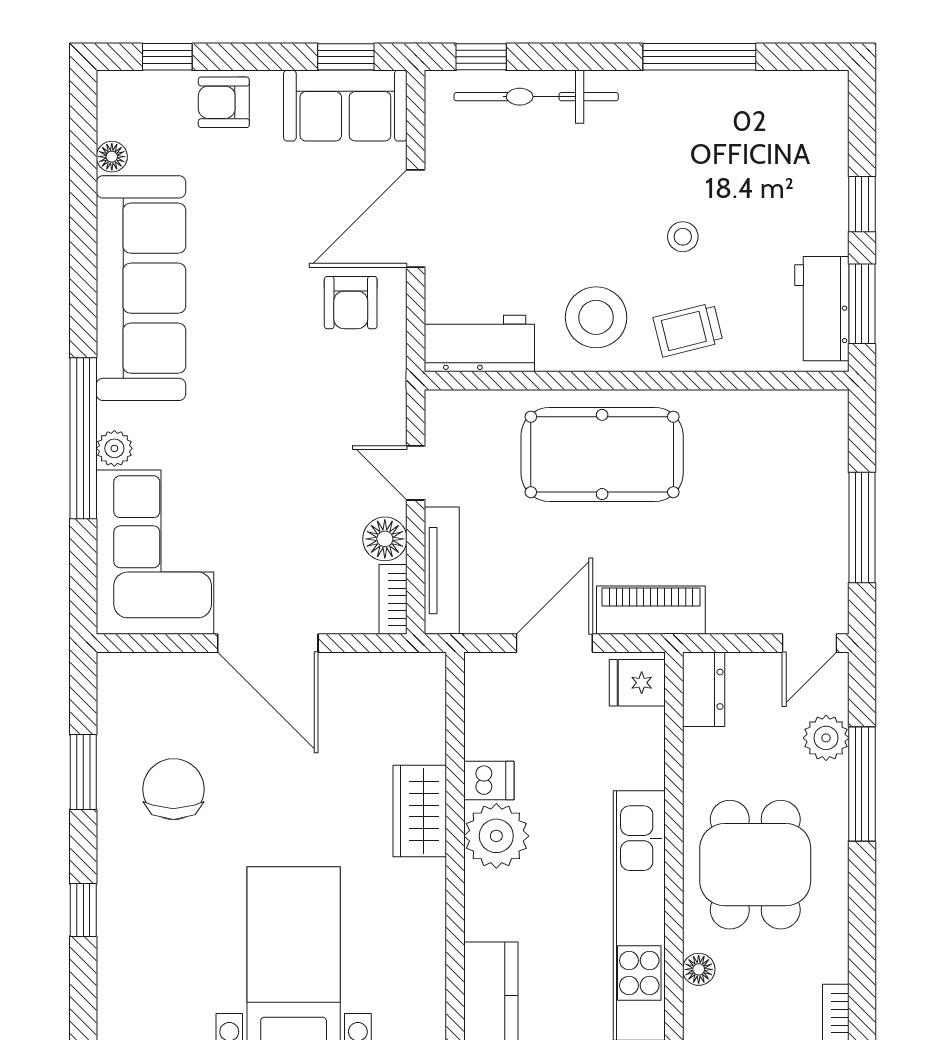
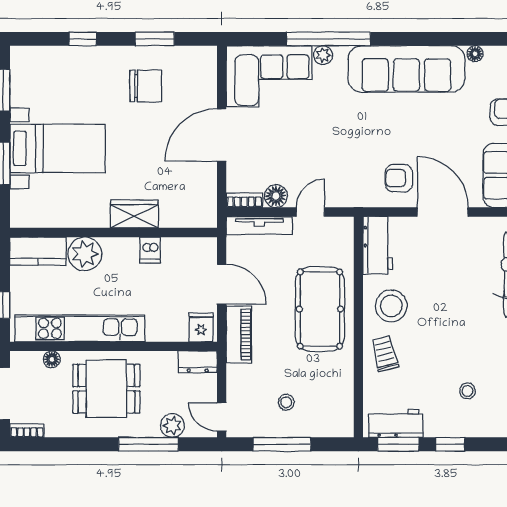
stool: (683, 237) -> (467, 391), moved
stool: (781, 519) -> (286, 402), added
plant: (496, 836) -> (85, 254), moved

